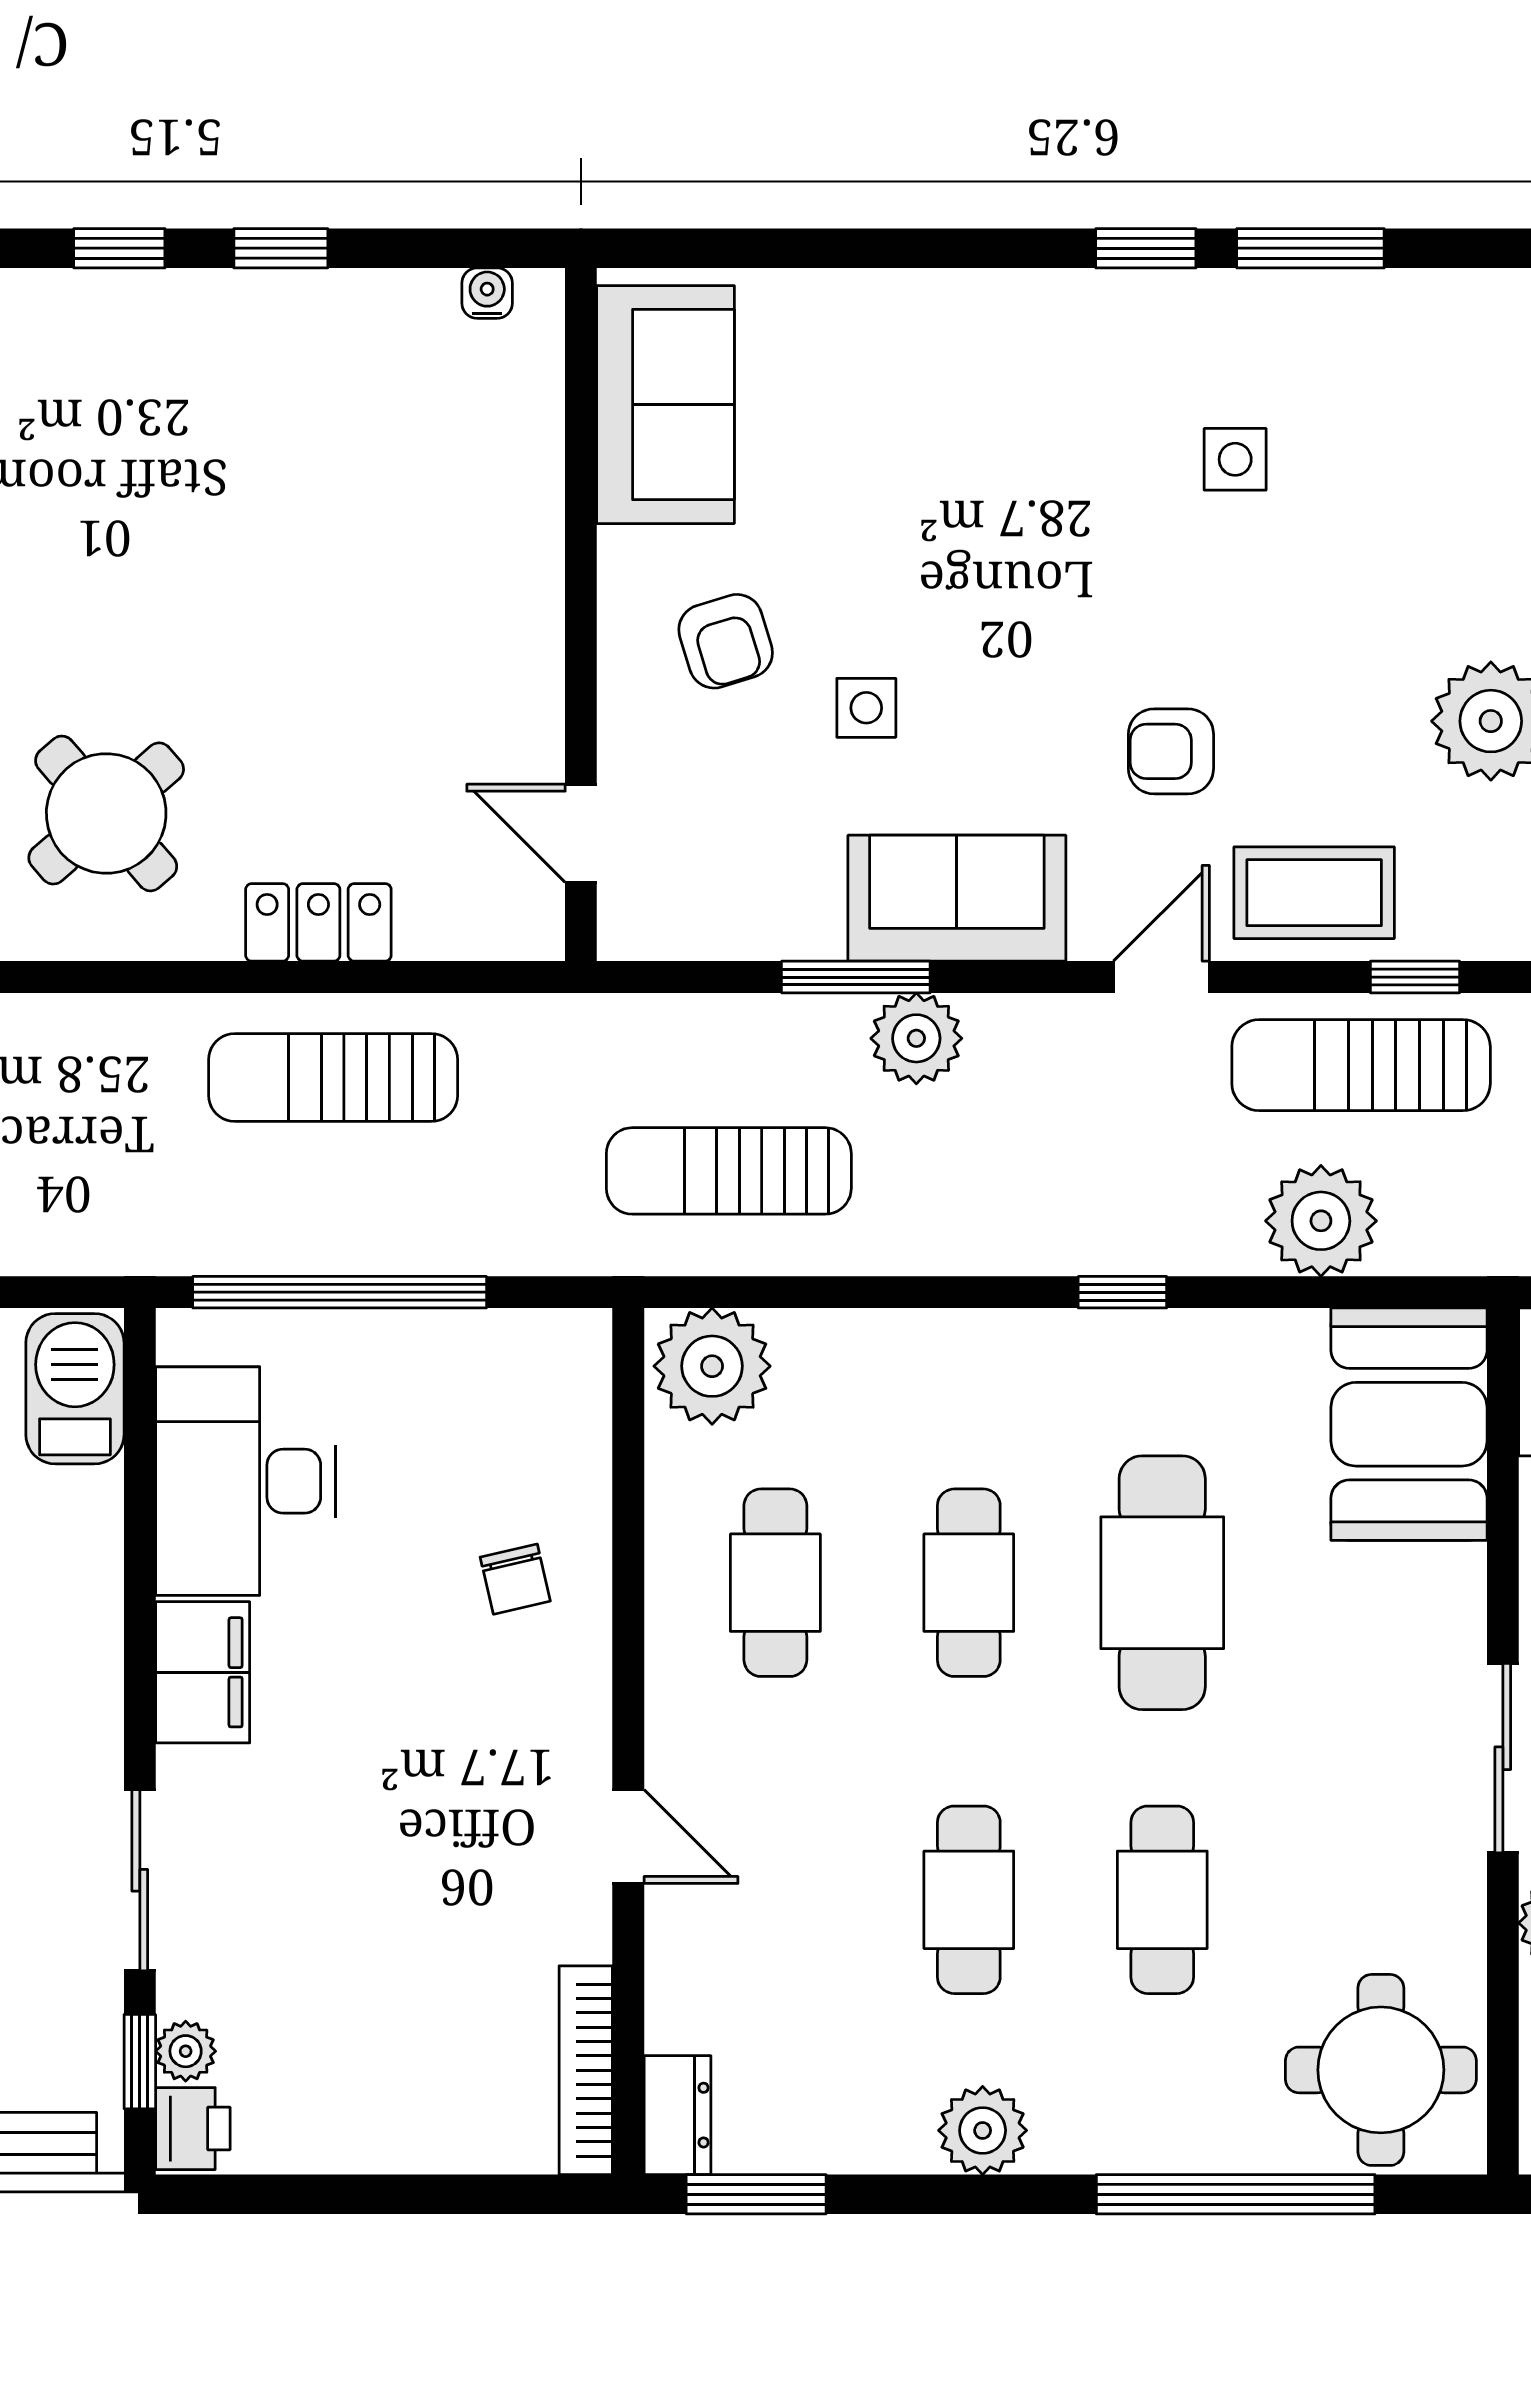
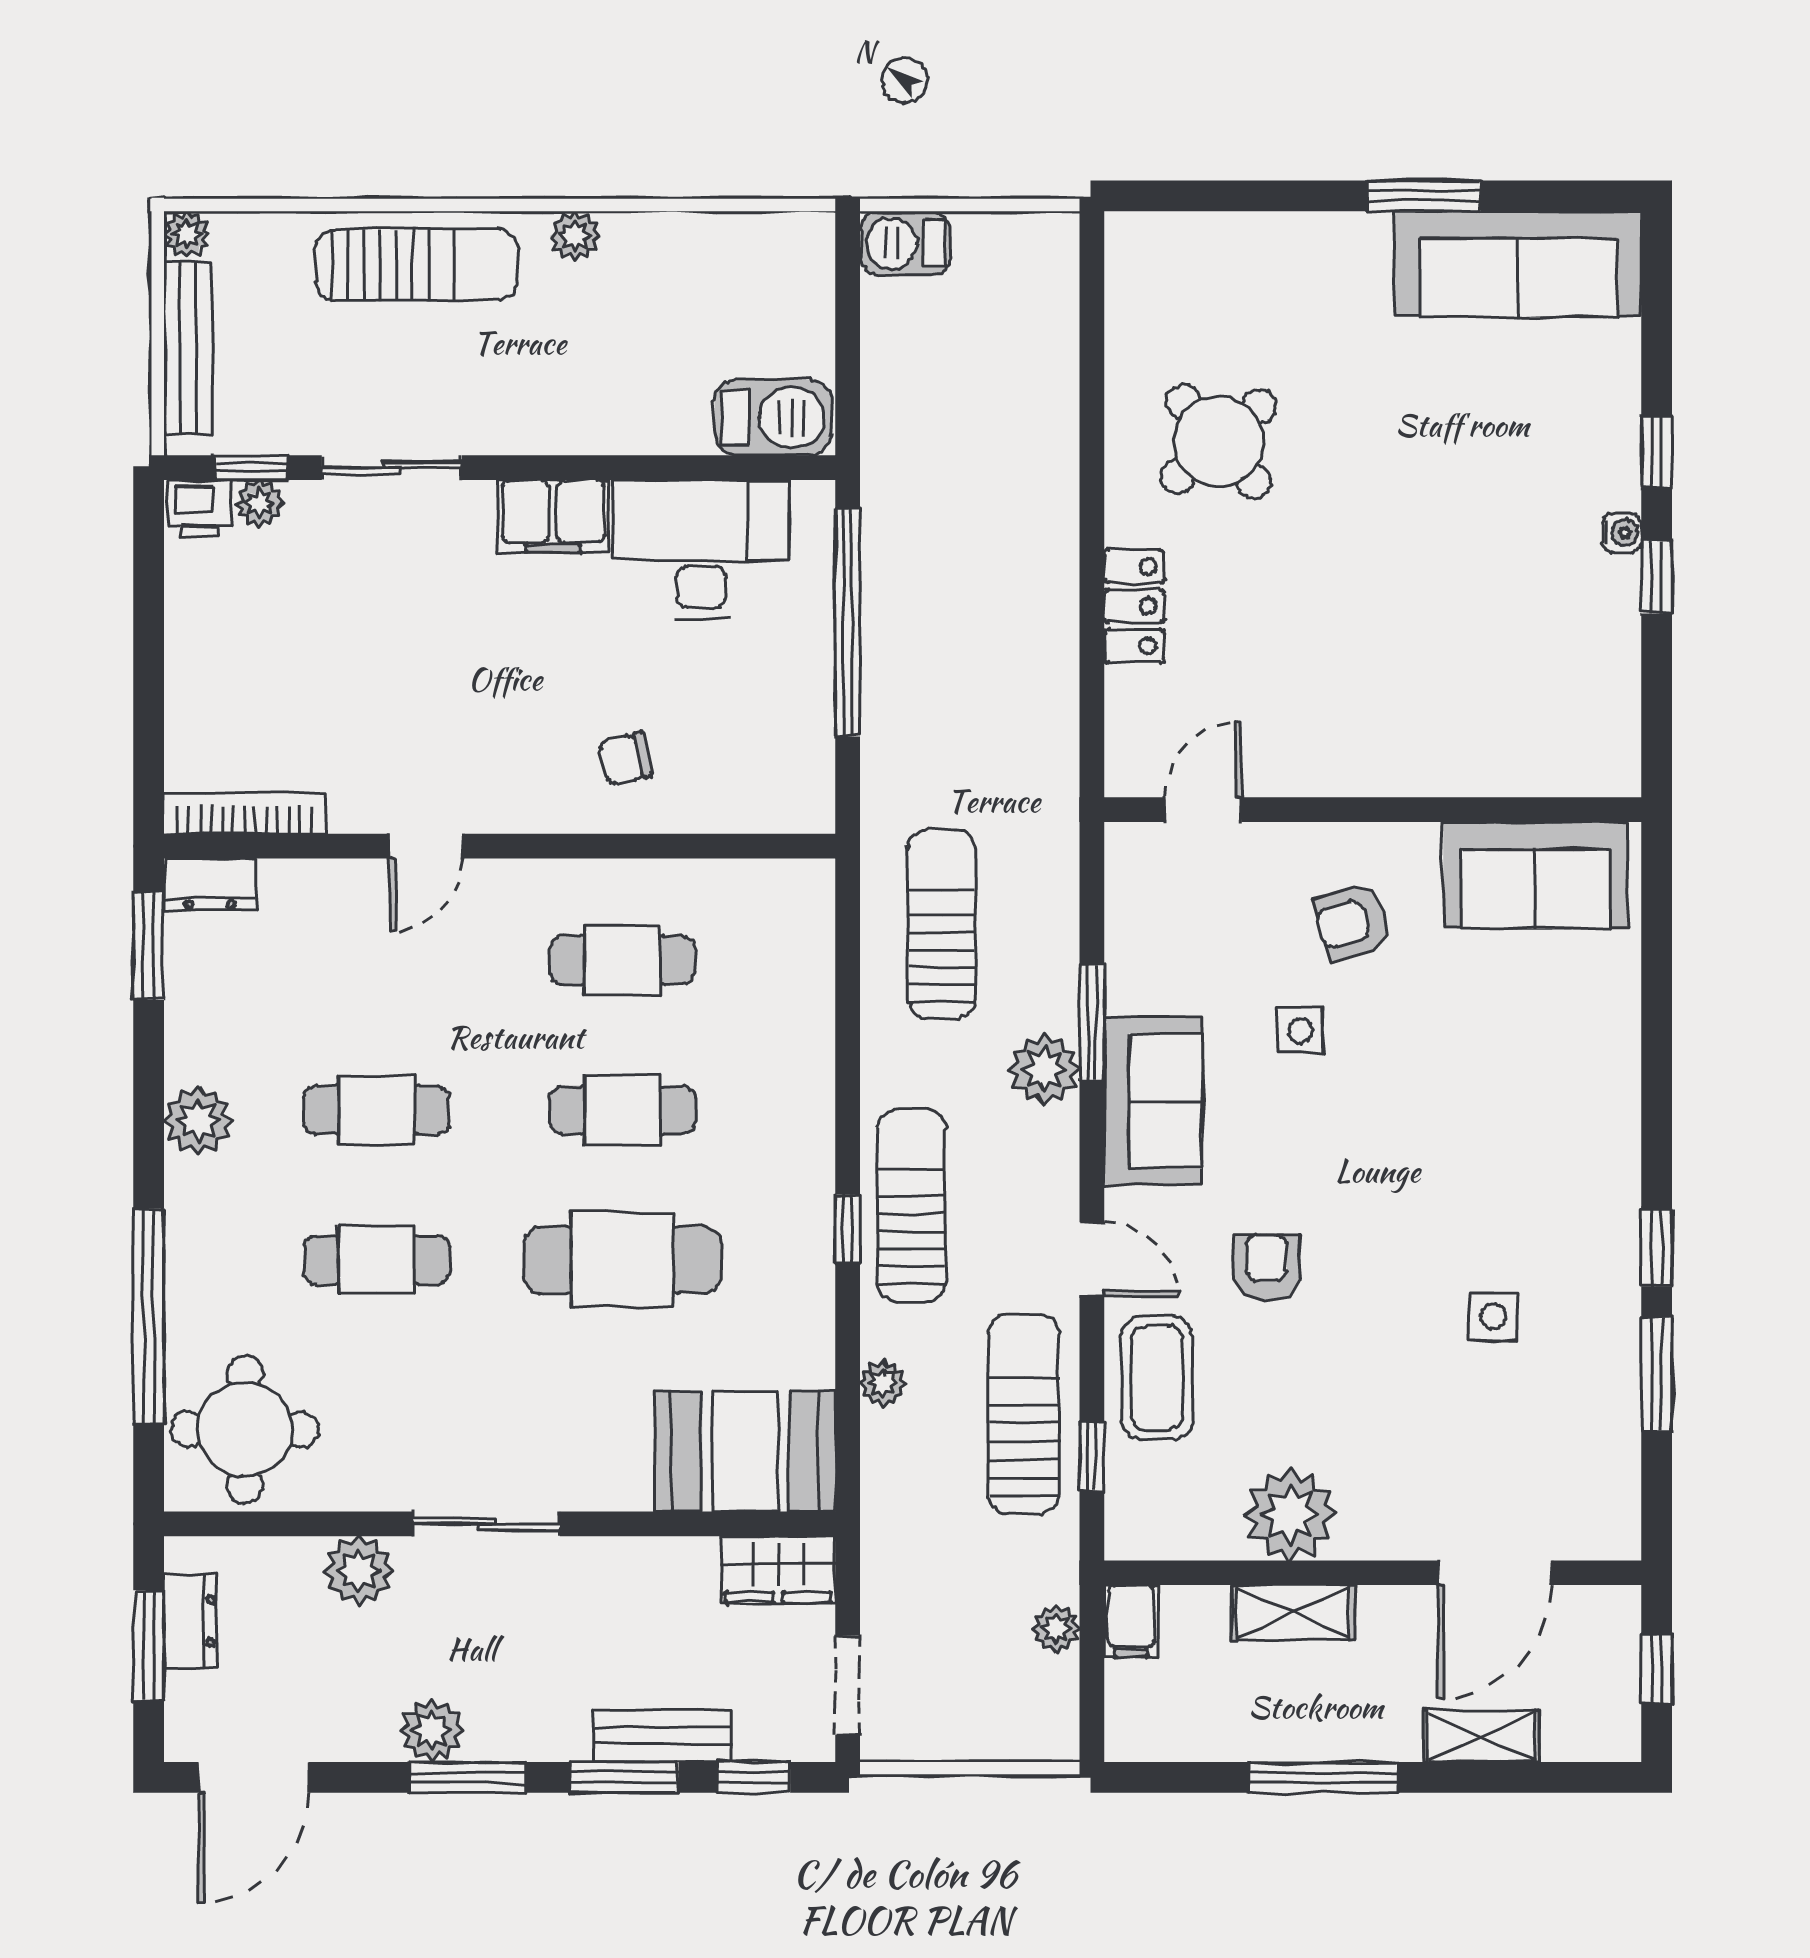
water cooler: (487, 293) -> (1622, 533), moved
sun lounger: (333, 1078) -> (911, 1205), moved
plant: (1321, 1221) -> (883, 1383), width x0.53, depth x0.53
plant: (712, 1366) -> (790, 911), removed

